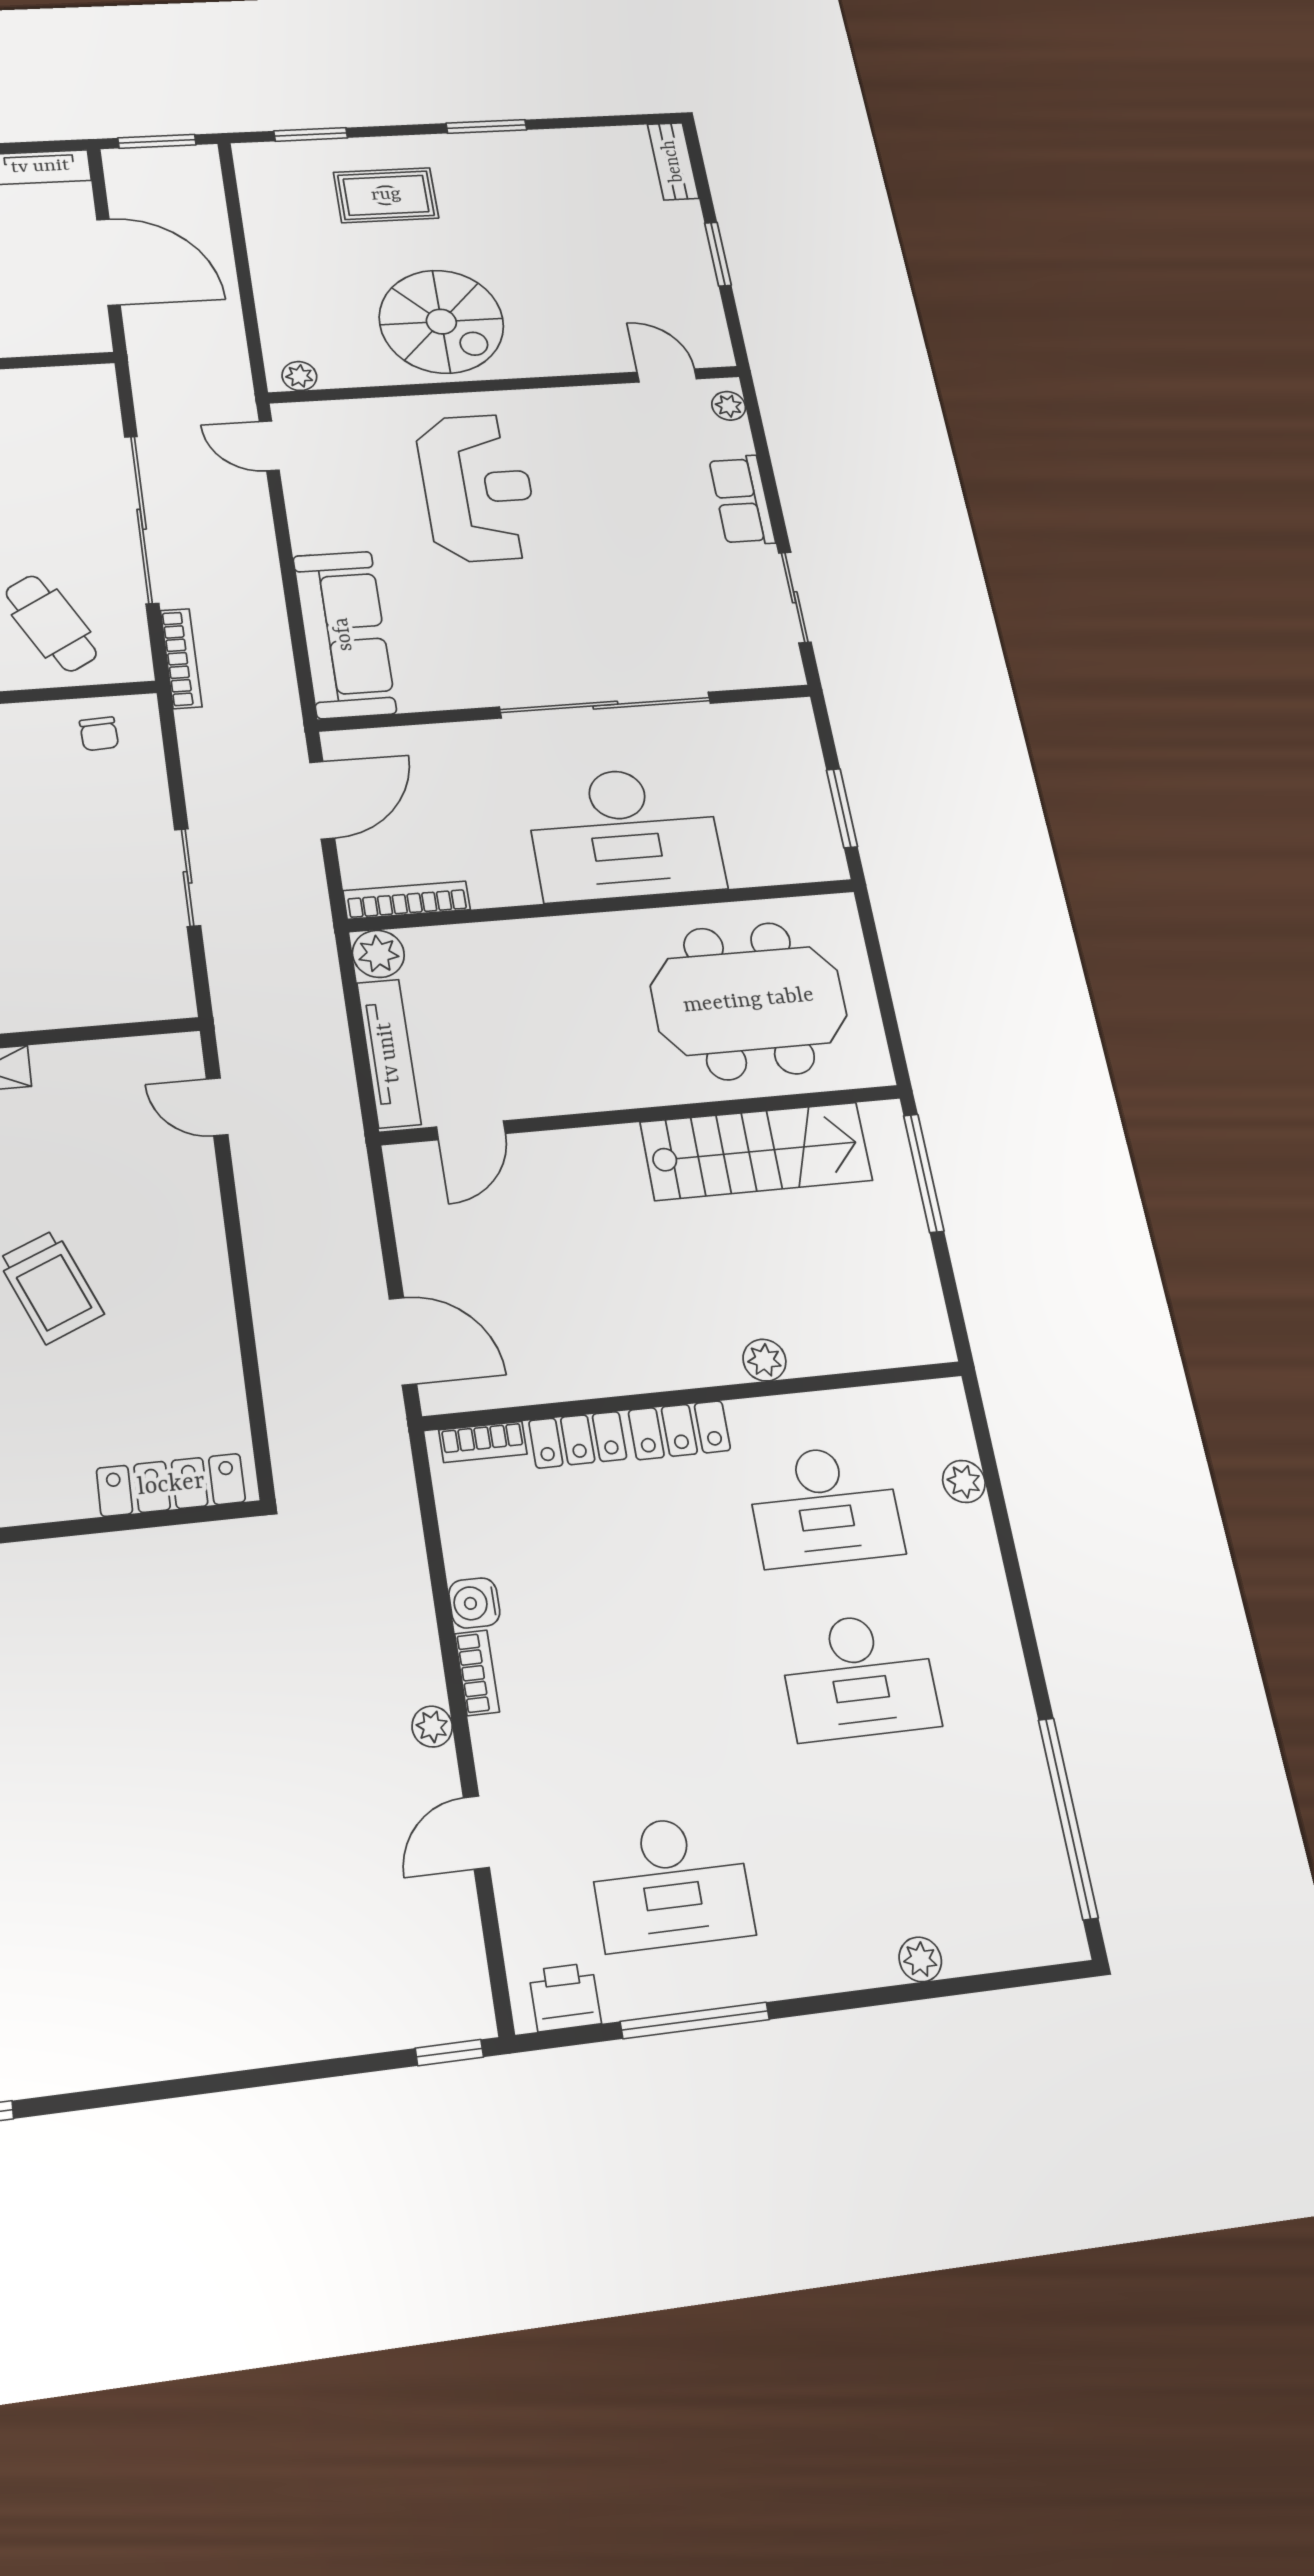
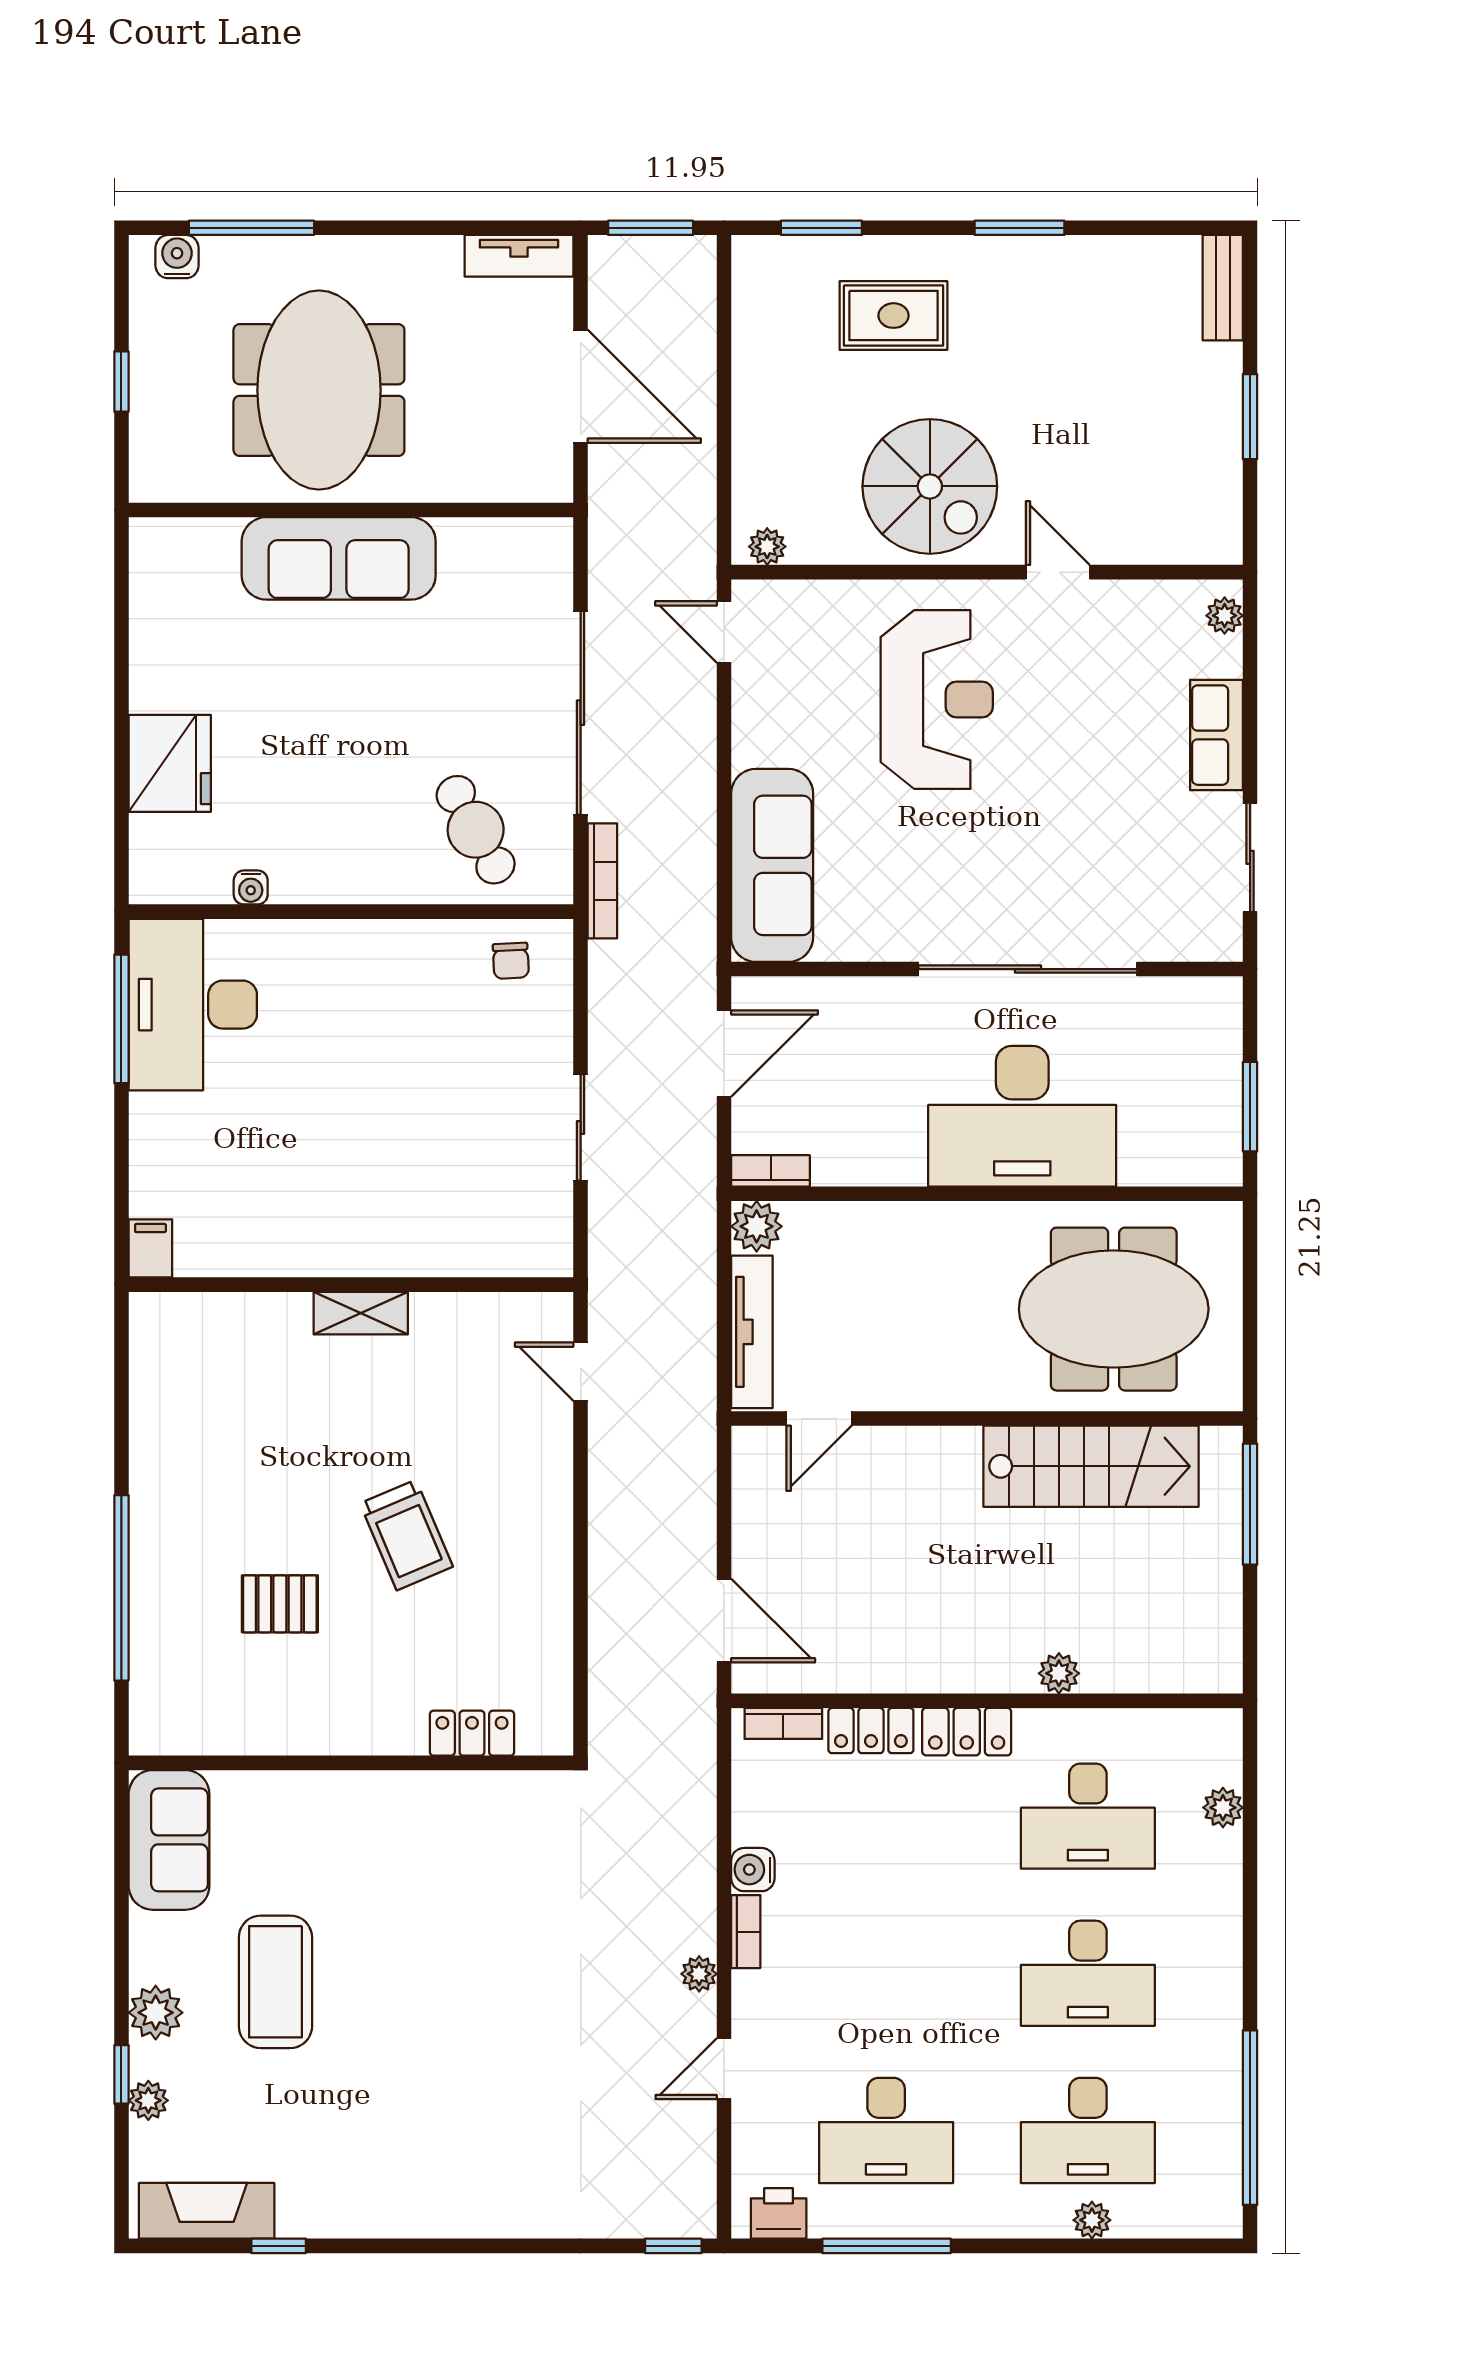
door: (667, 375) -> (1058, 572), moved
bookcase: (407, 900) -> (771, 1171), width x0.64
locker: (171, 1485) -> (472, 1733), width x0.66
desk: (895, 1855) -> (1088, 2130), added

